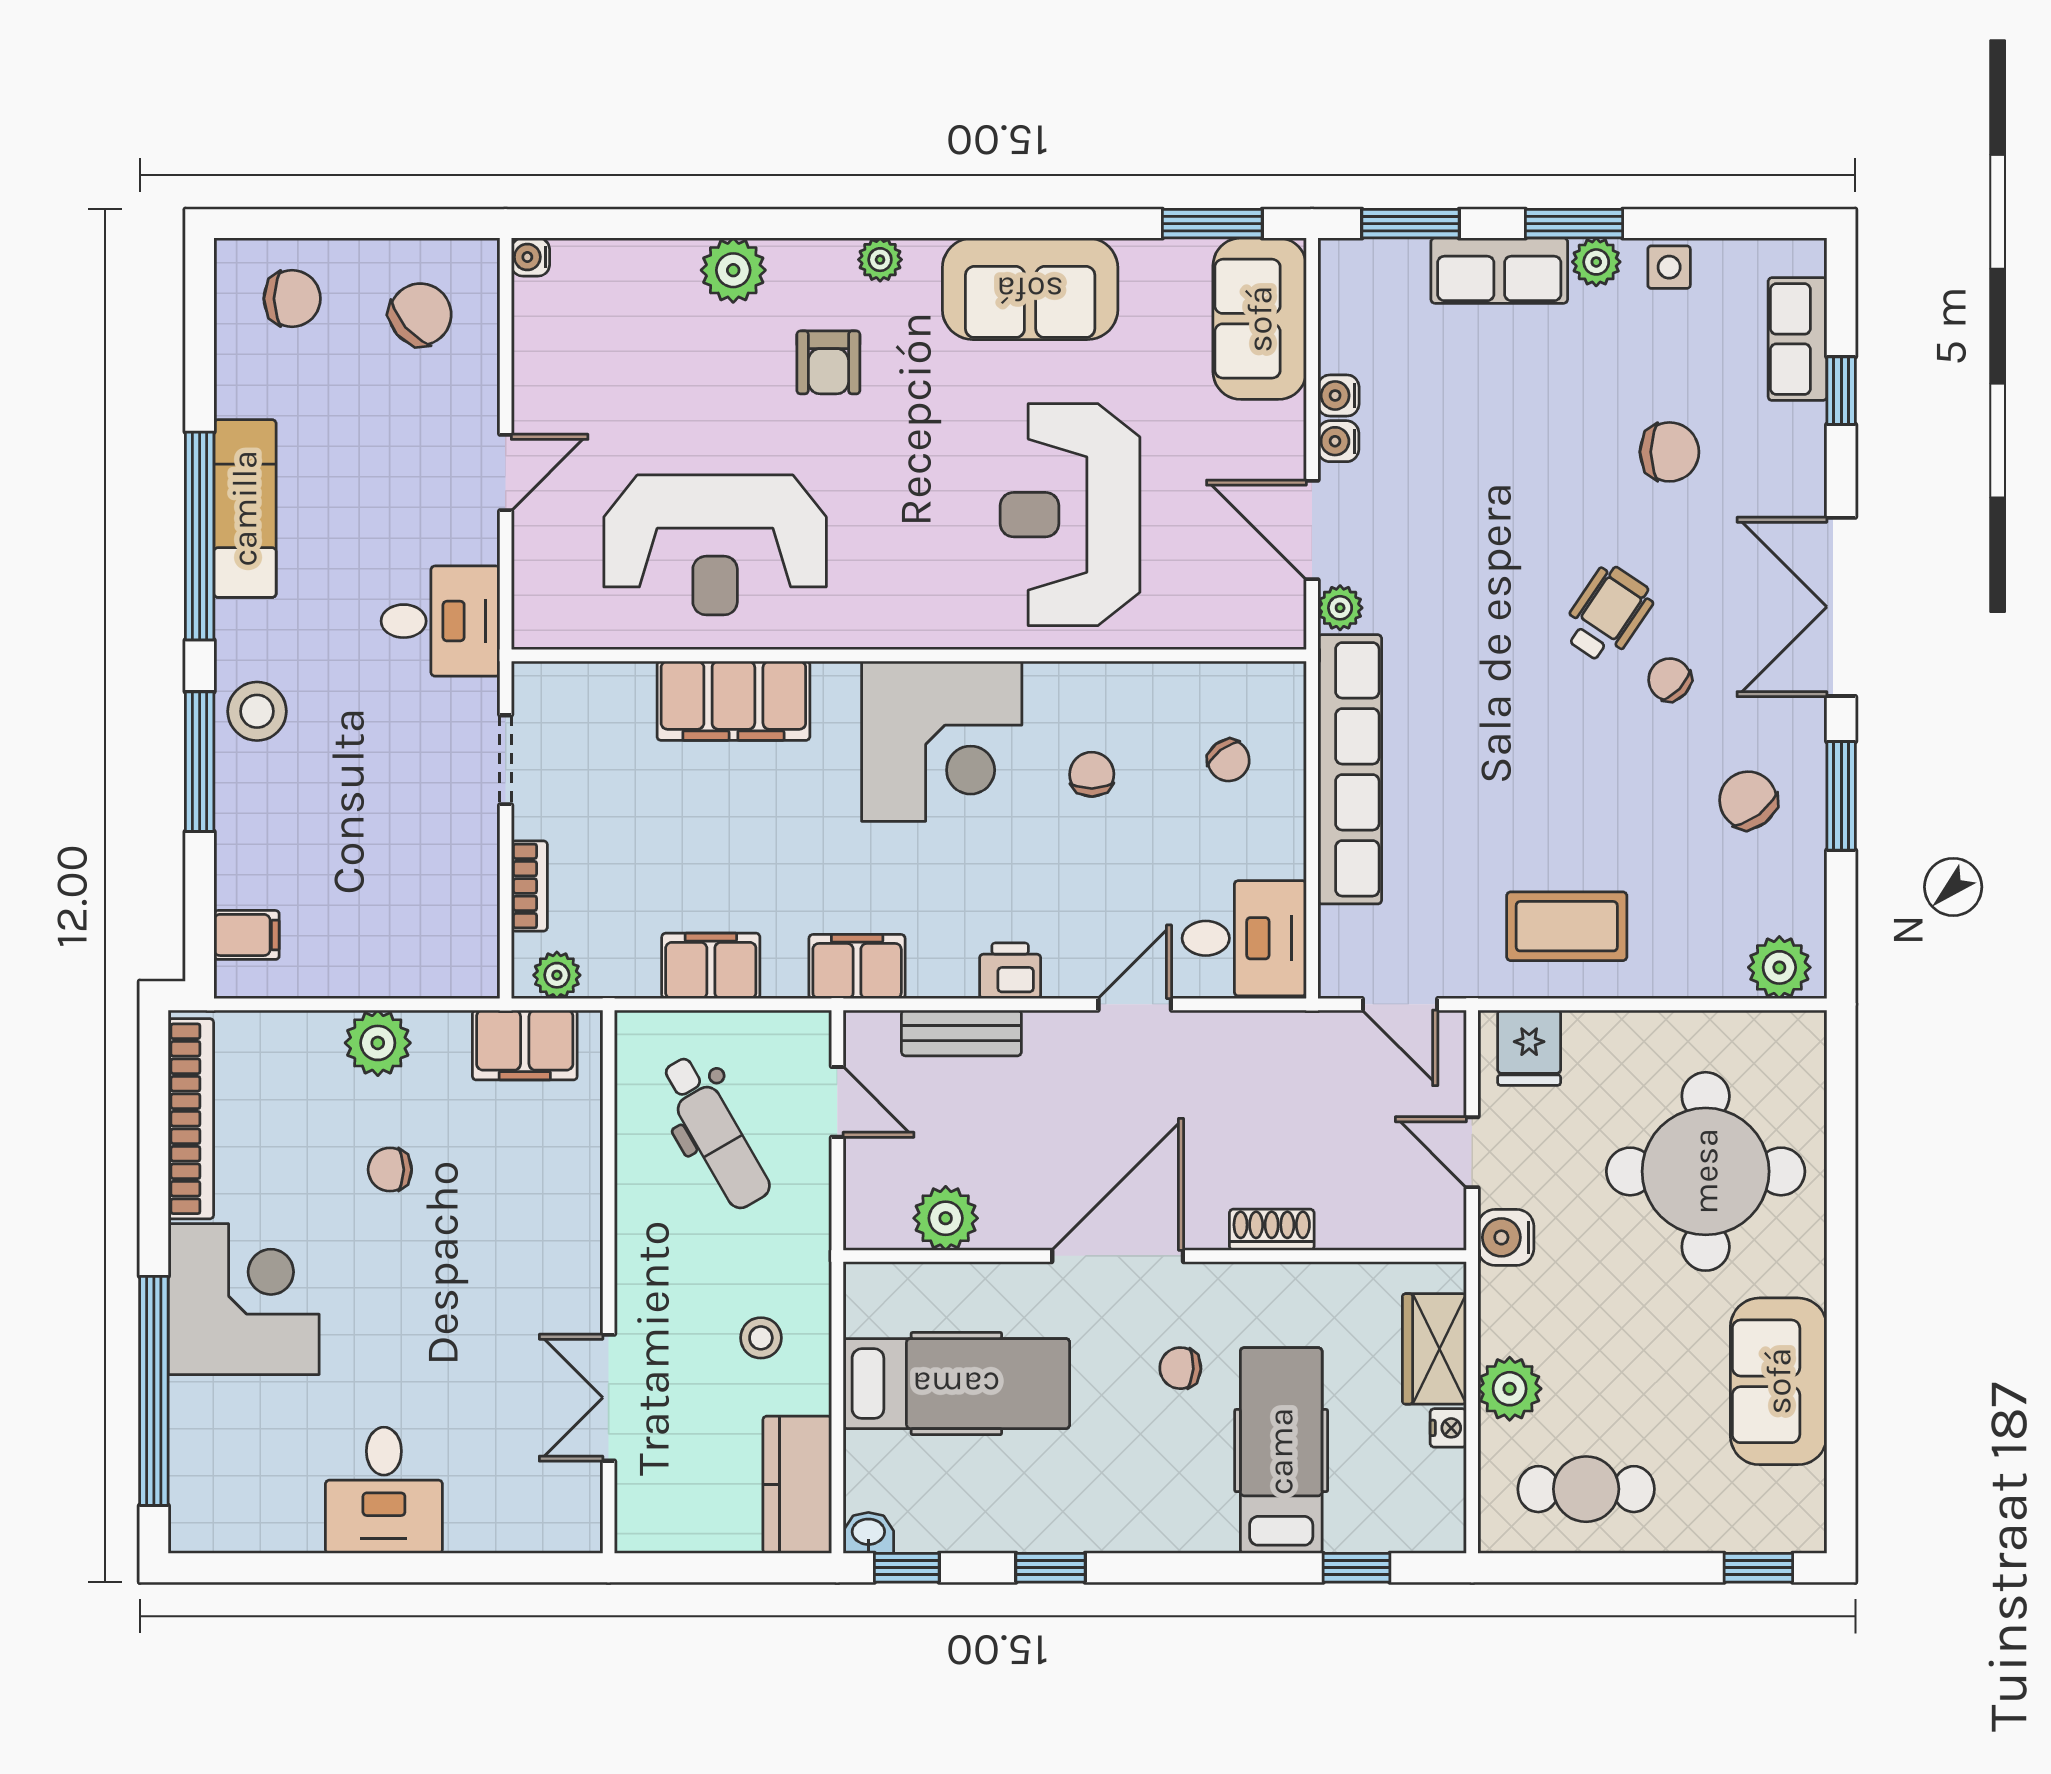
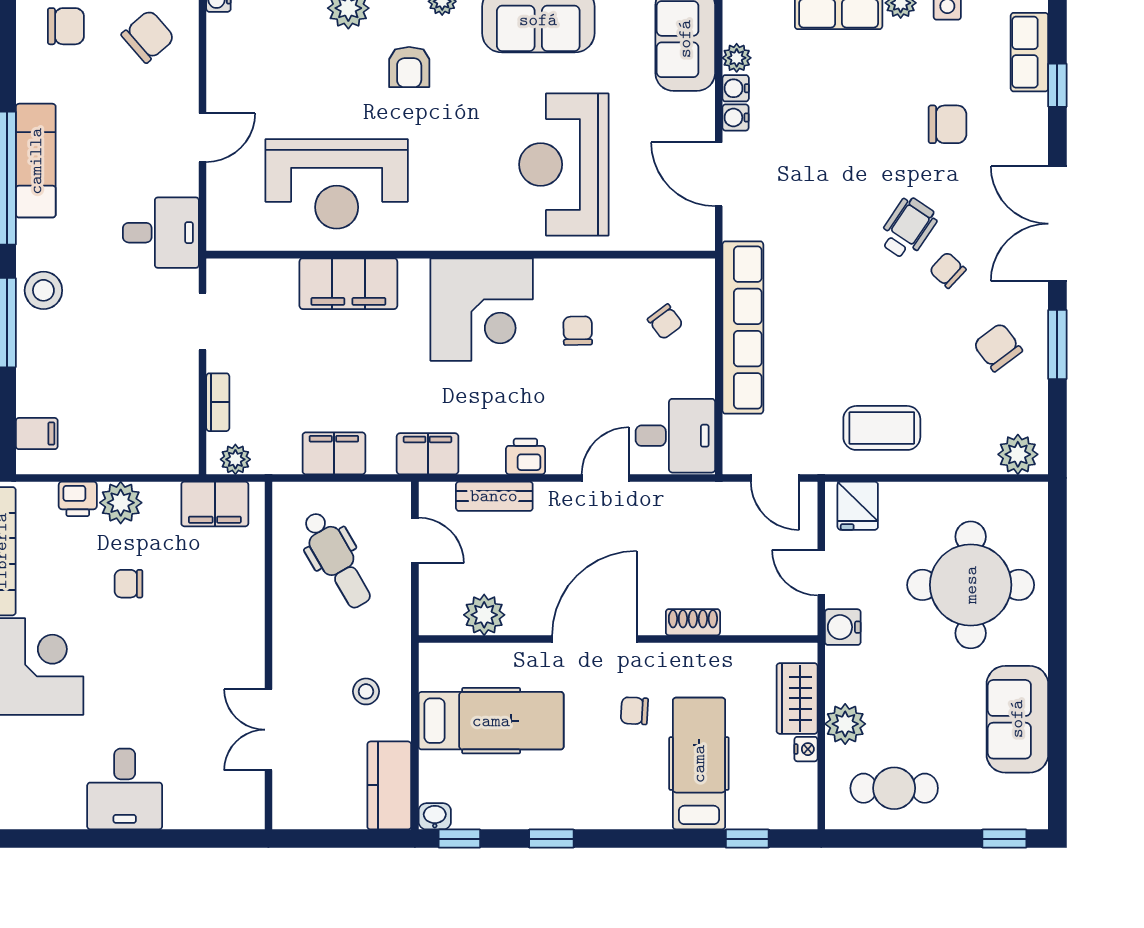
plant: (1340, 608) -> (737, 58), moved
printer: (311, 1037) -> (78, 499), added

